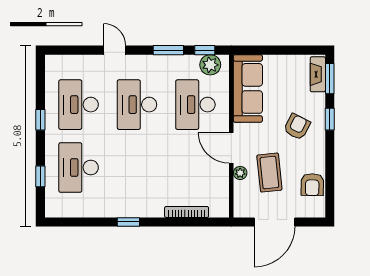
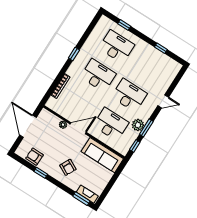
plant: (210, 65) -> (138, 125), moved
desk: (79, 105) -> (98, 75), moved
window: (330, 119) -> (41, 173), moved
window: (40, 120) -> (161, 48), moved
coffee table: (269, 173) -> (54, 139), removed

